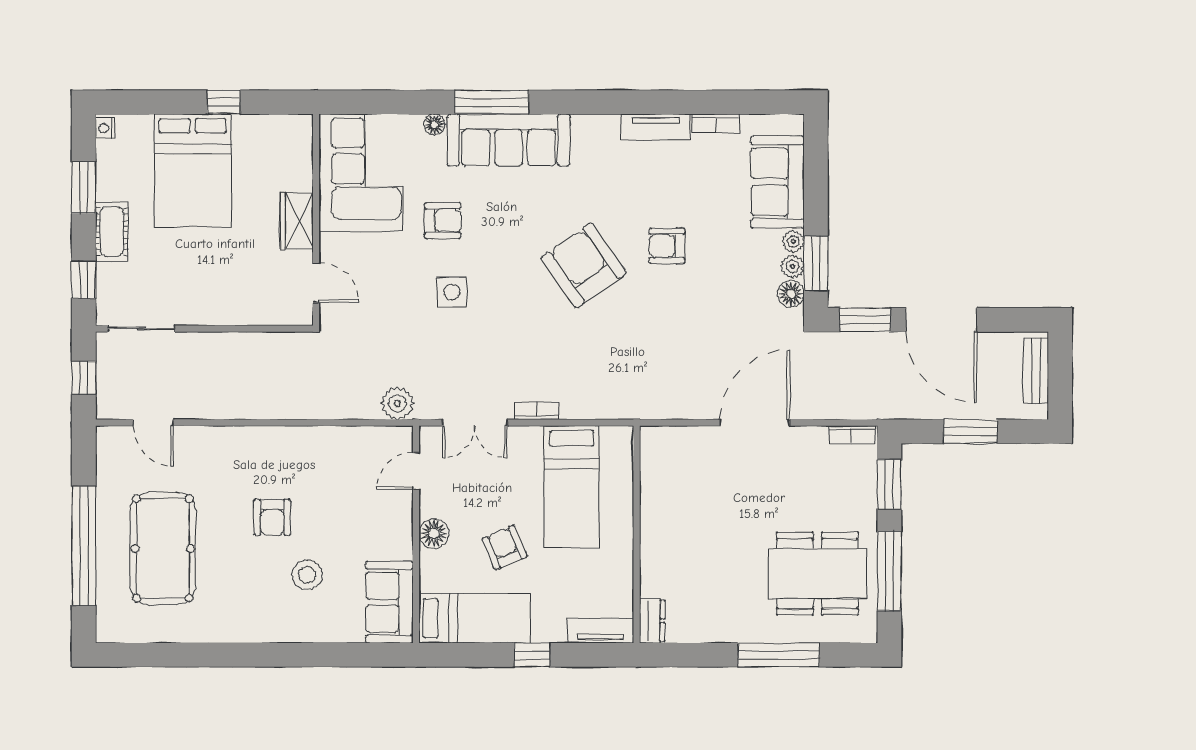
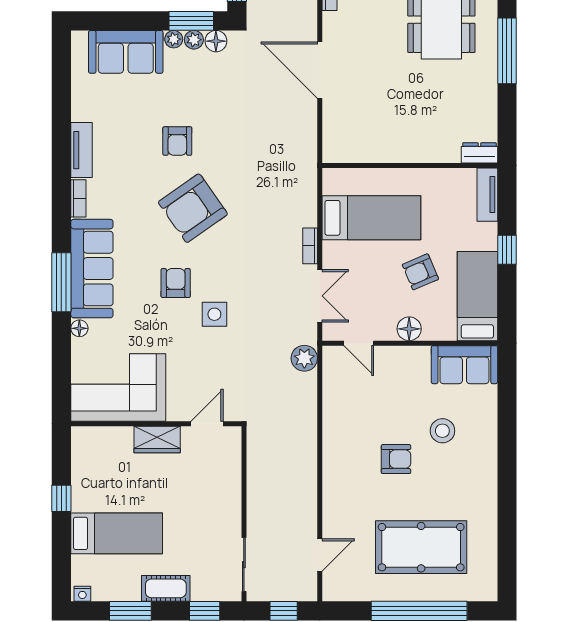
bookcase: (716, 123) -> (78, 198), moved
bed: (193, 171) -> (117, 533), width x0.67
armchair: (443, 221) -> (176, 283), moved

